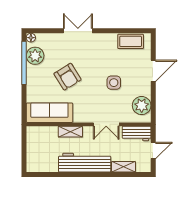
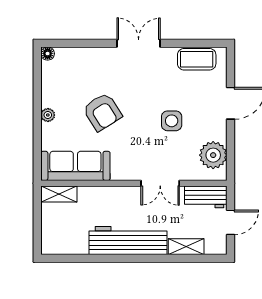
double door: (78, 31) -> (139, 43), moved
plant: (35, 56) -> (48, 115), moved, width x0.53, depth x0.53
window: (24, 63) -> (37, 91), removed
shelving: (70, 132) -> (59, 194), moved

